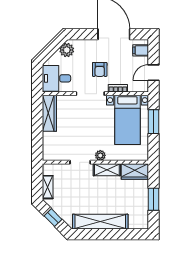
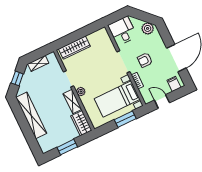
wardrobe: (49, 113) -> (74, 48), moved

